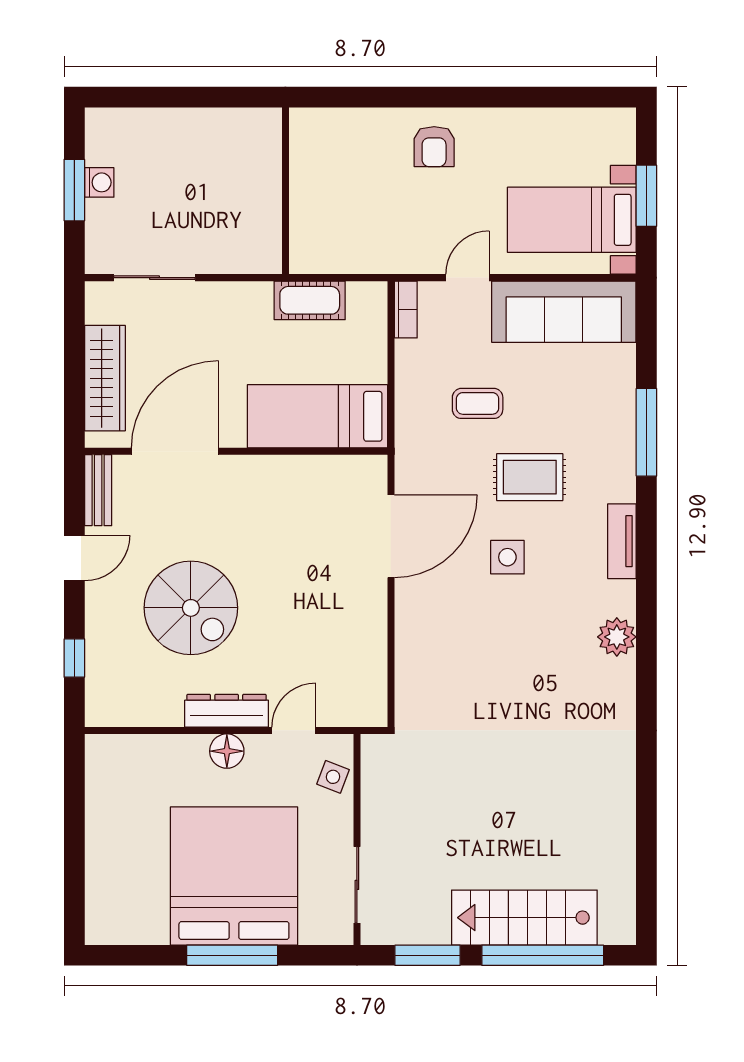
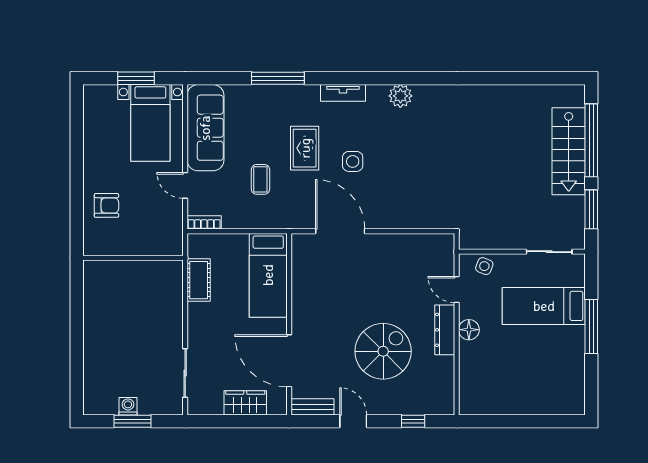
wall: (285, 191) -> (133, 258), moved
wardrobe: (105, 378) -> (245, 403), width x0.67
bed: (234, 876) -> (544, 306), width x0.49

